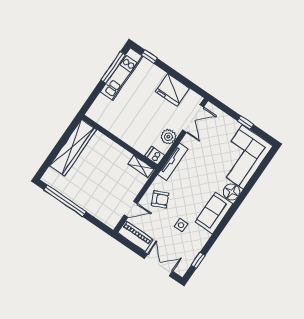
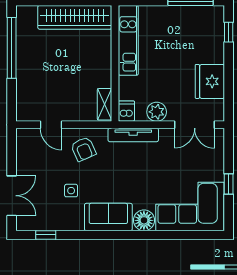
kitchen unit: (122, 74) -> (128, 40), moved, turned -90
piano: (135, 236) -> (25, 150), removed

